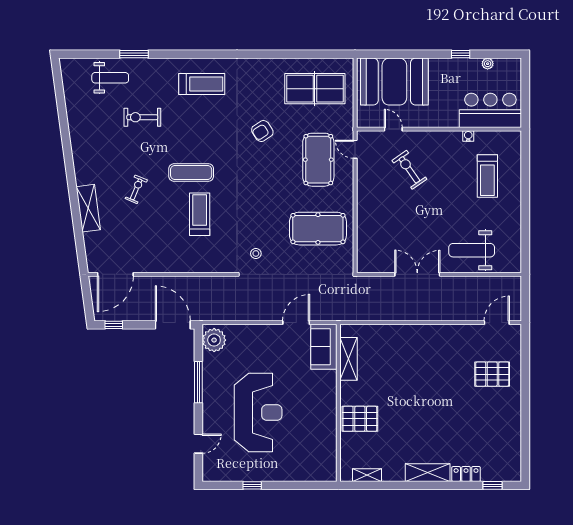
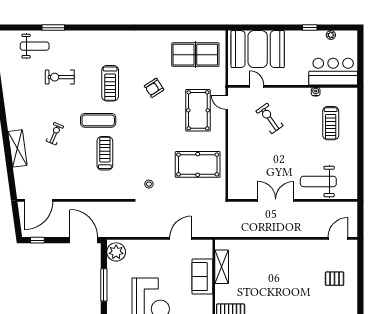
treadmill: (202, 84) -> (110, 83), moved, turned 90
sofa: (324, 347) -> (202, 277), moved
pallet: (492, 374) -> (335, 279), width x0.67, depth x0.71

